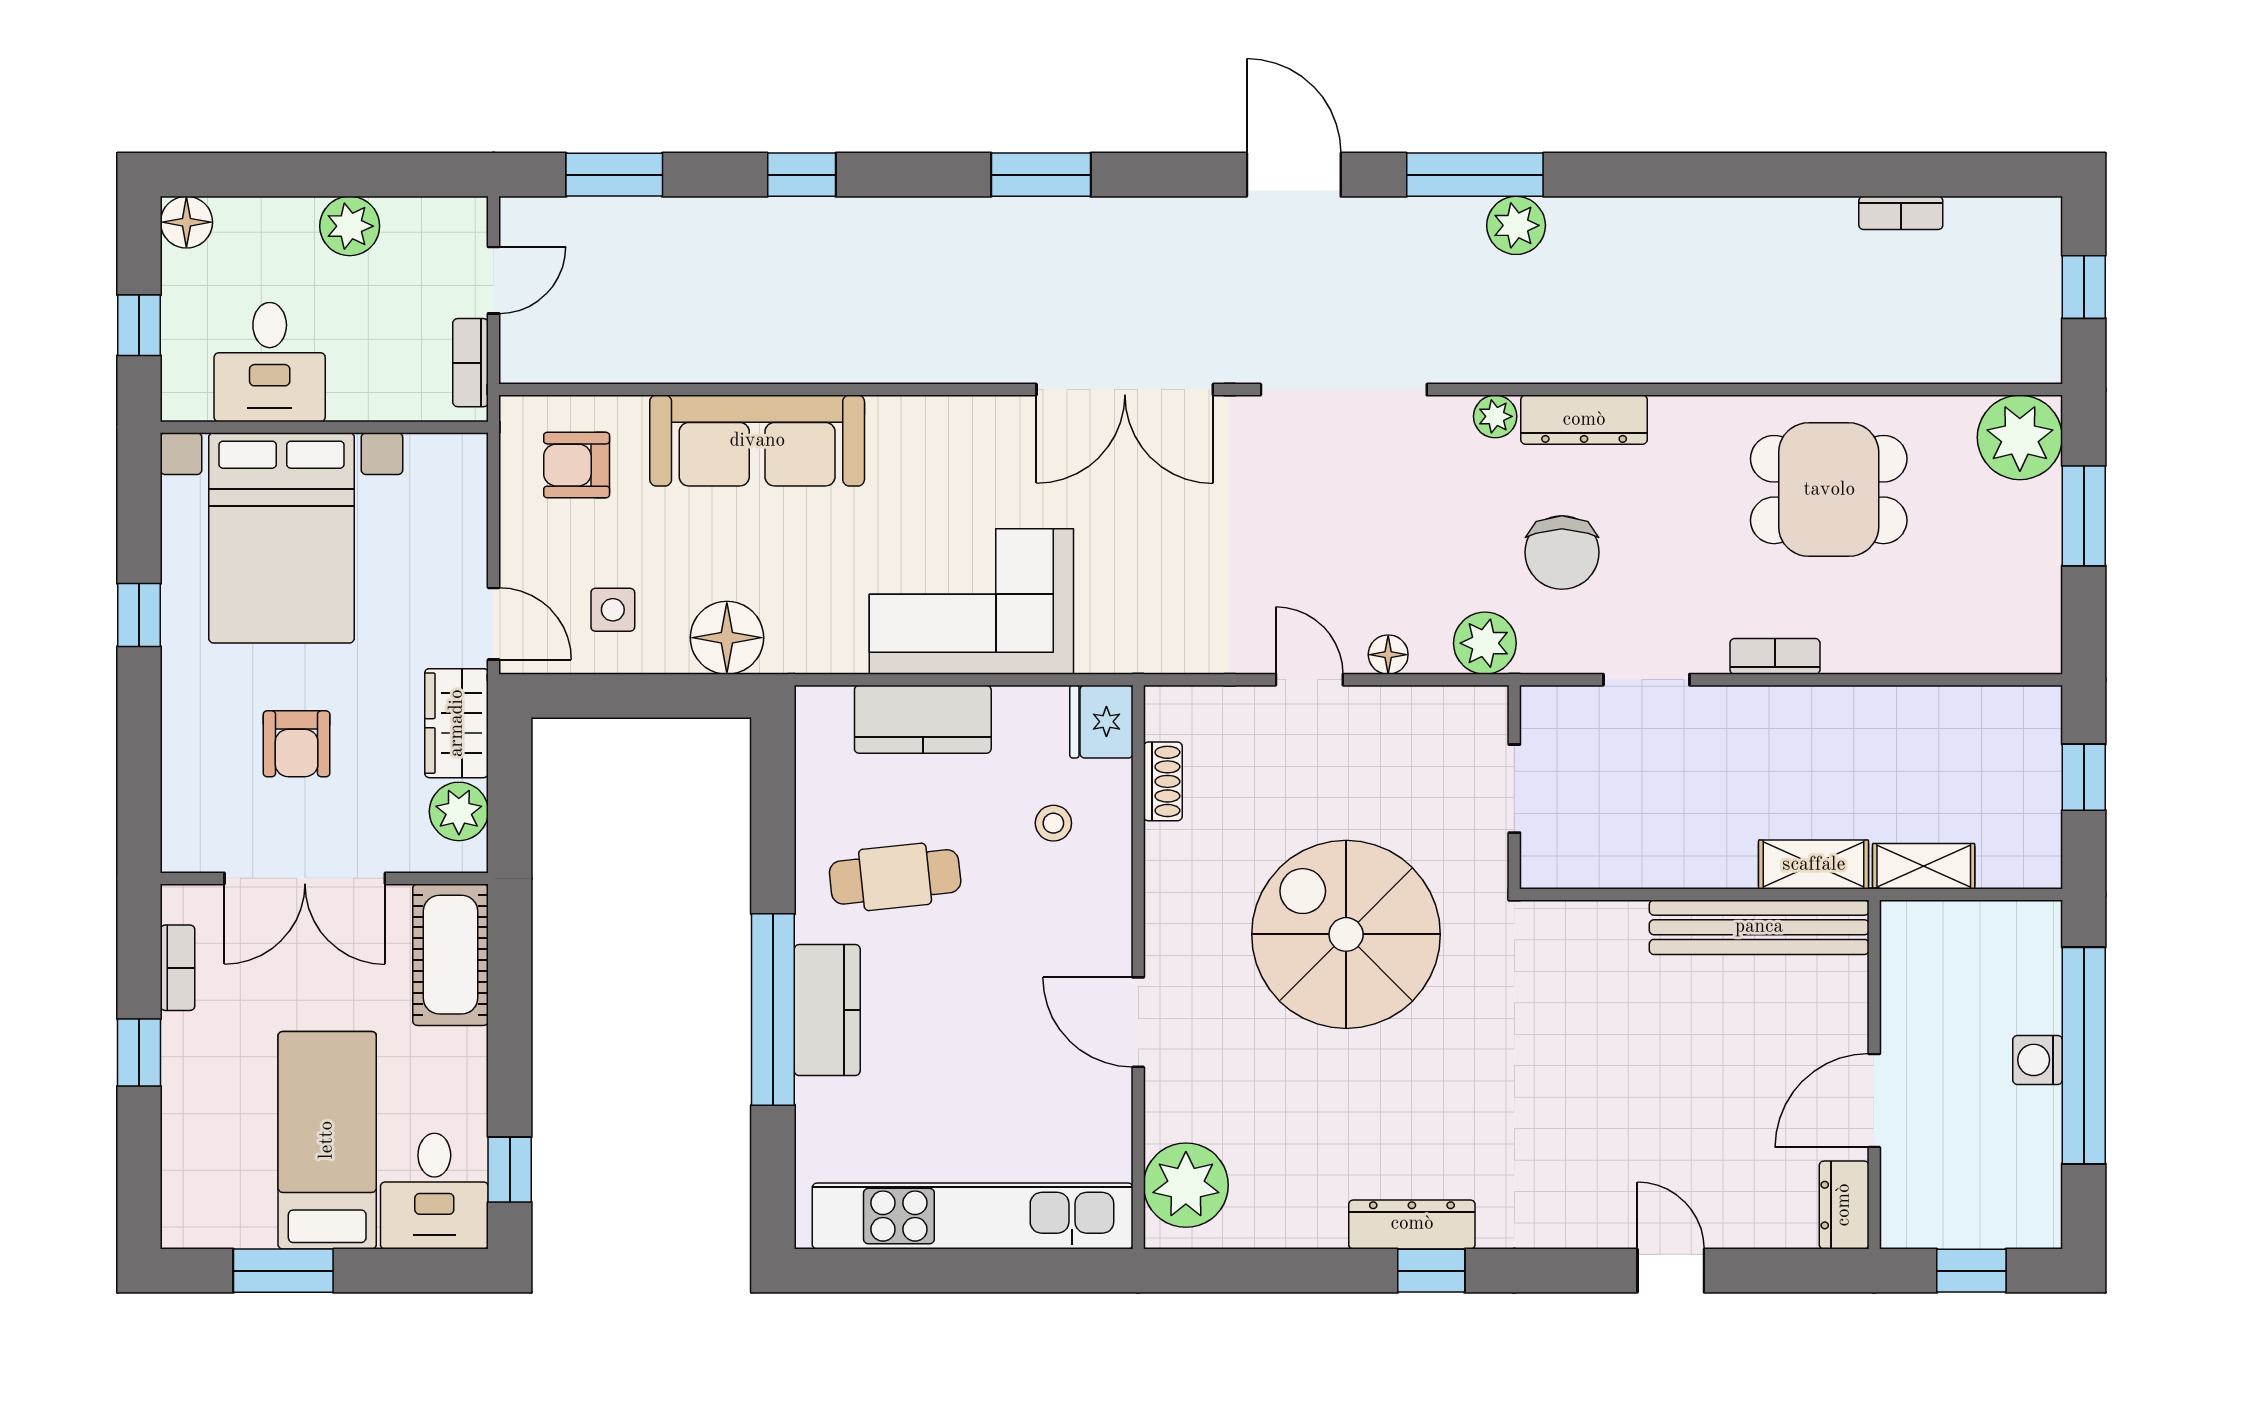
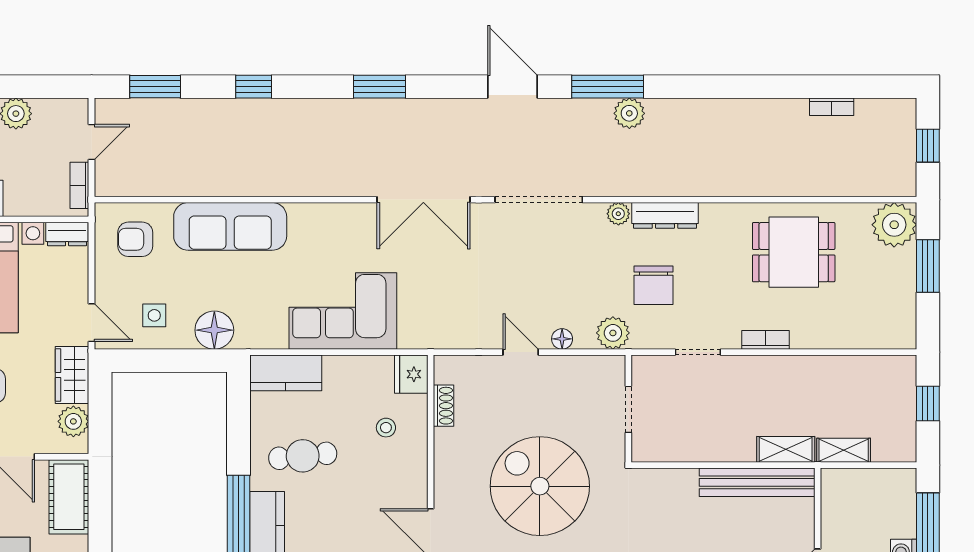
dresser: (447, 455) -> (67, 234), added
kitchen counter: (923, 719) -> (286, 373), moved

